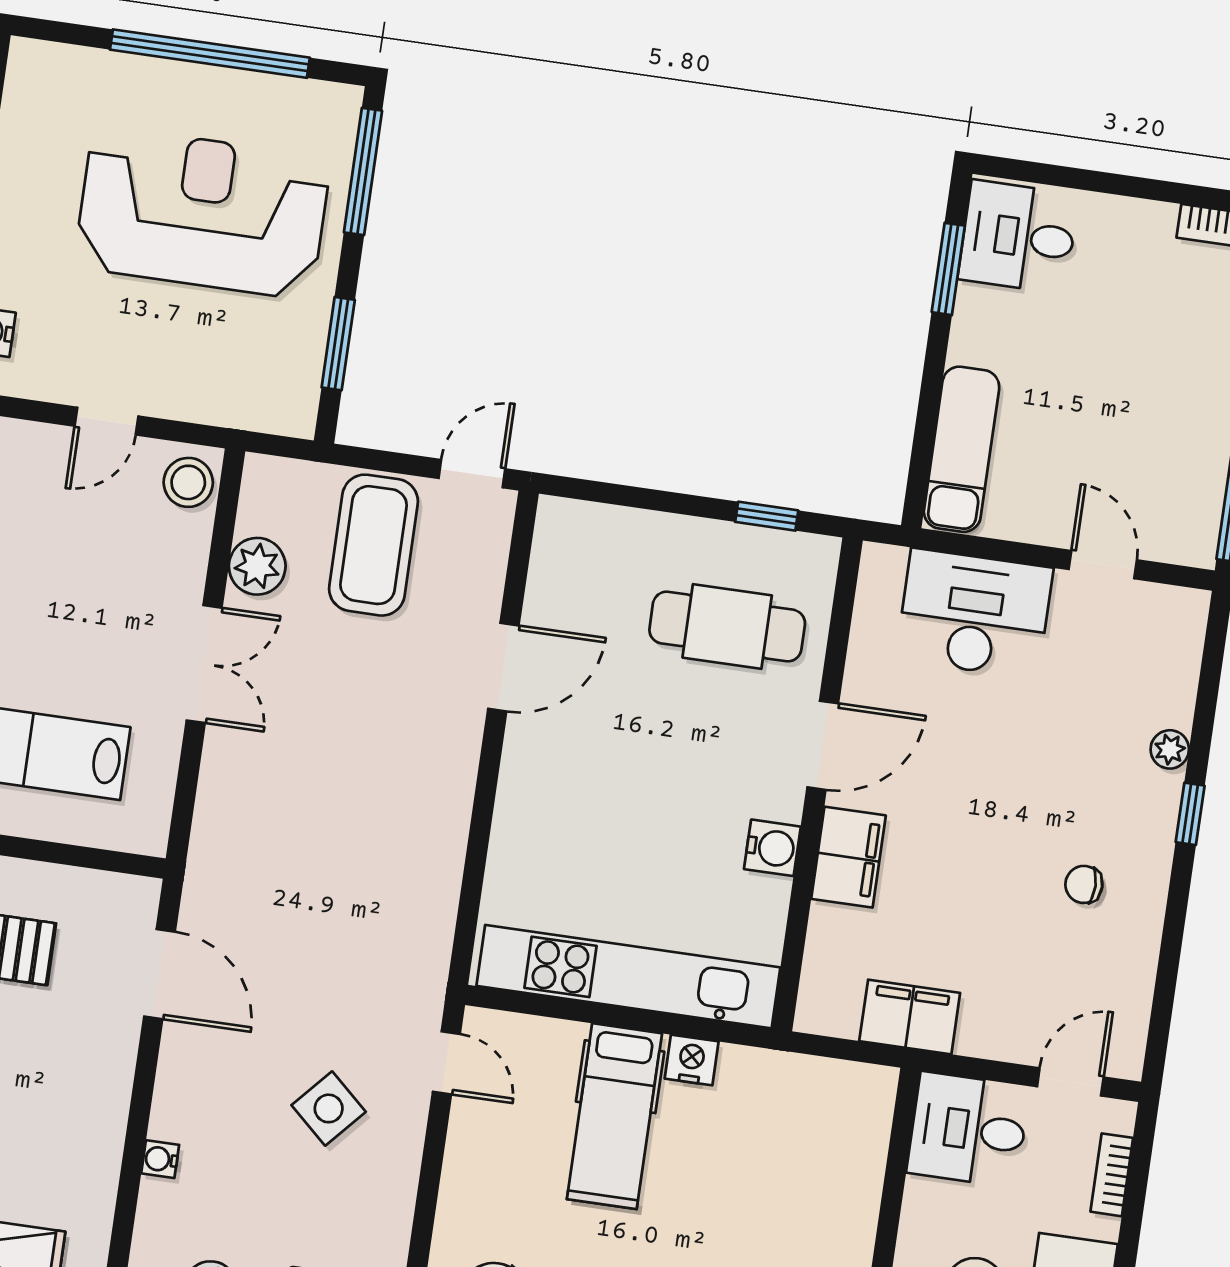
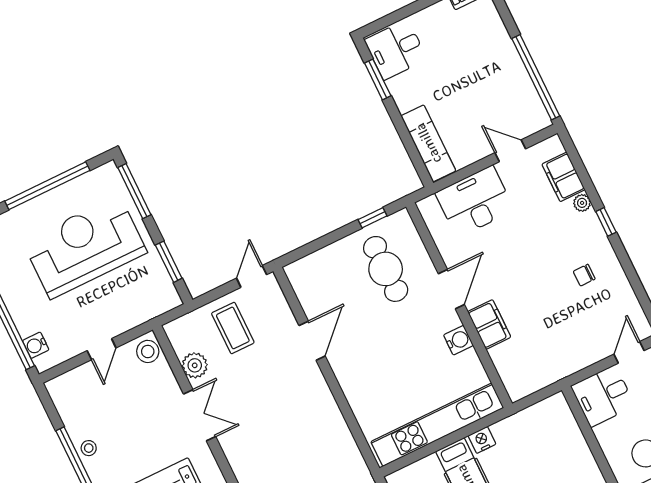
coffee table: (374, 545) -> (233, 328), width x0.73, depth x0.76
cafe table: (727, 627) -> (386, 269), turned 90
filing cabinet: (910, 1017) -> (563, 177), moved, turned -90

